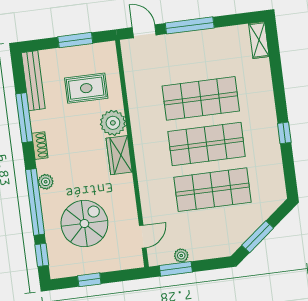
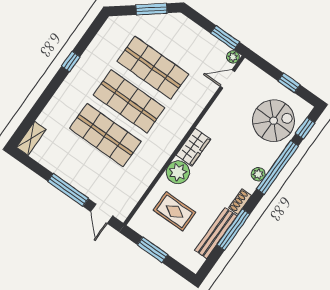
bench: (33, 81) -> (216, 233), moved
spiral stairs: (84, 224) -> (274, 121), moved, turned 180
plant: (181, 256) -> (233, 57), moved

